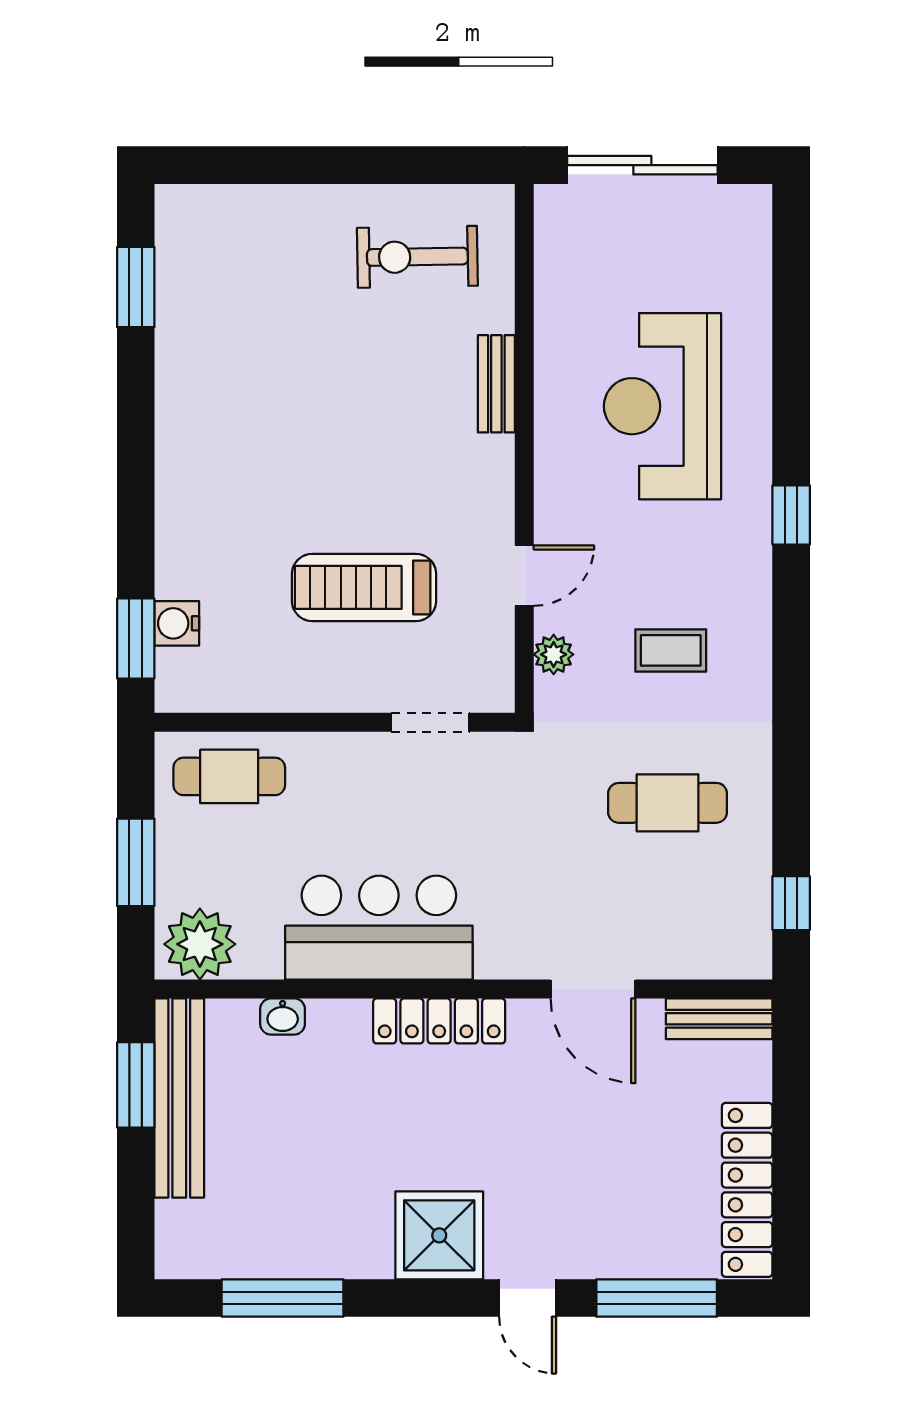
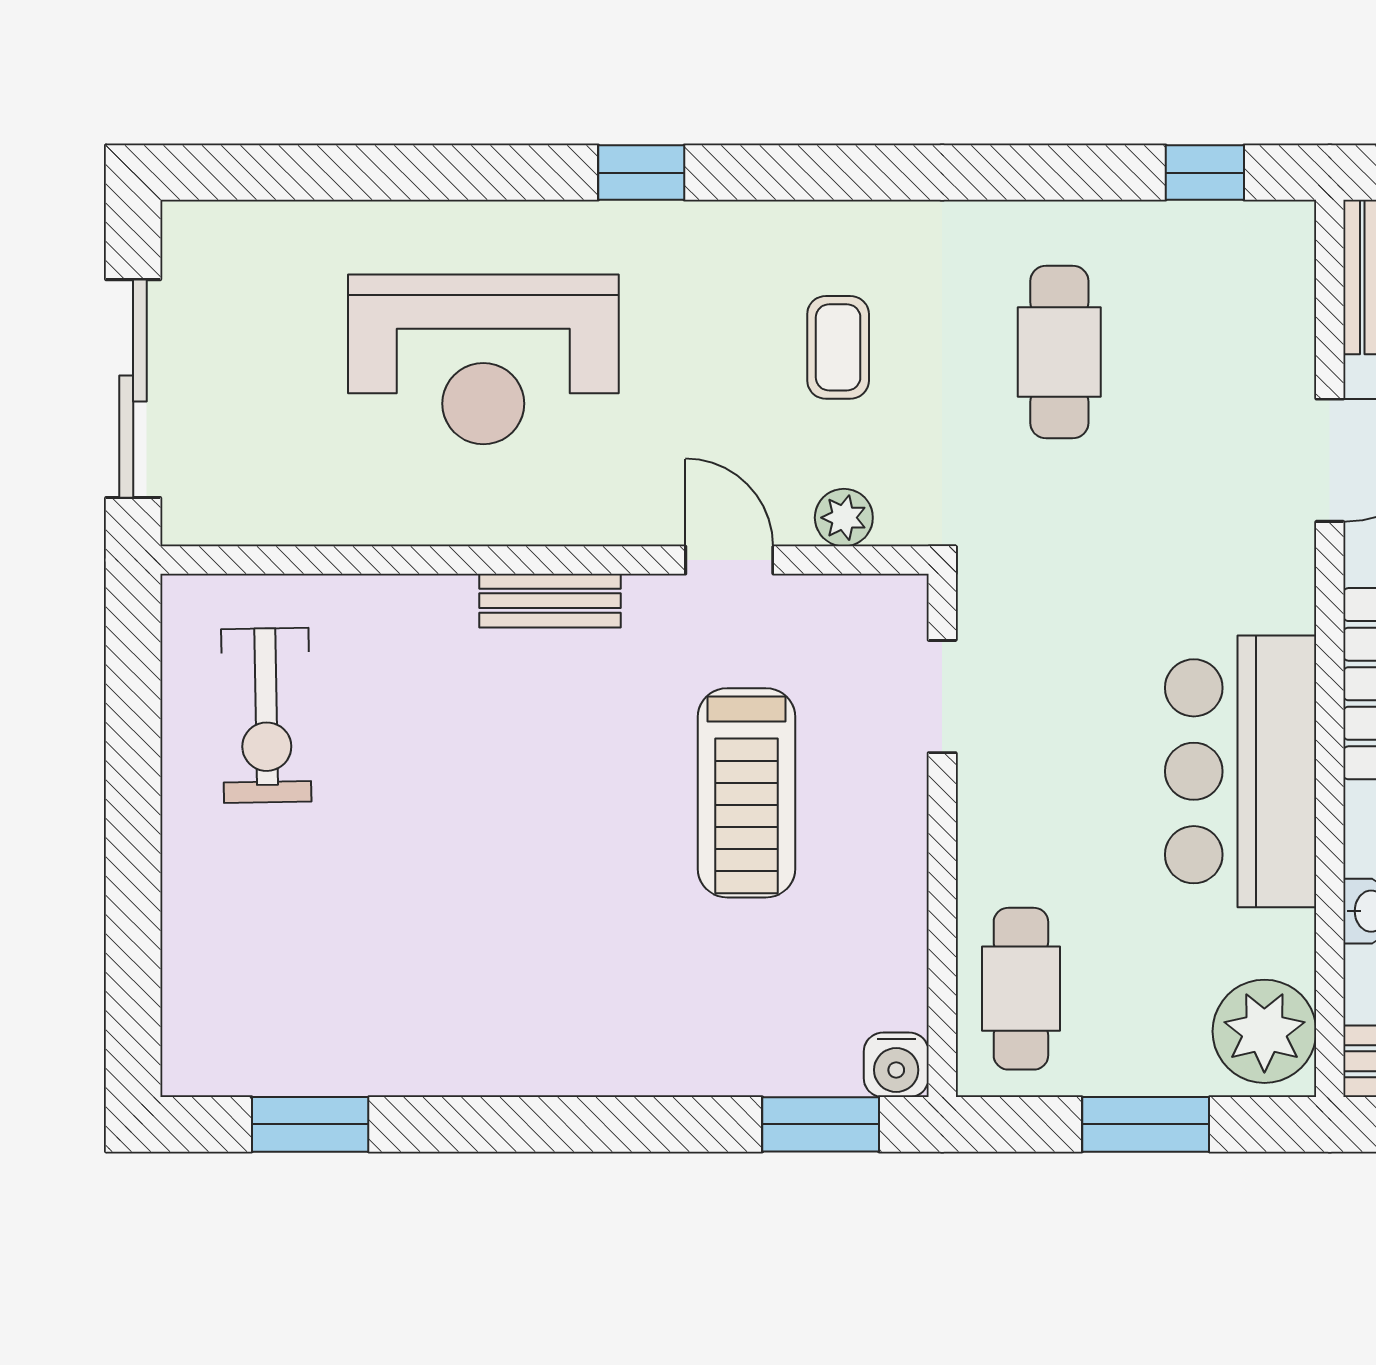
bench: (496, 384) -> (550, 601), moved
water cooler: (177, 623) -> (896, 1065), moved

